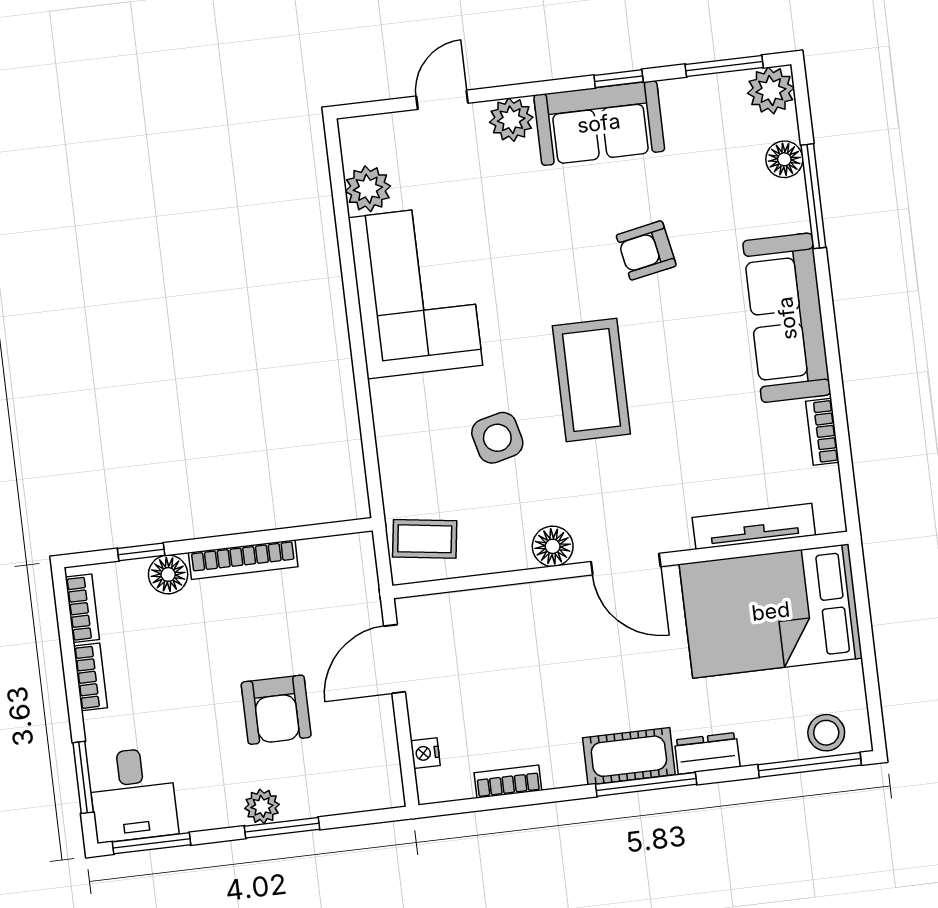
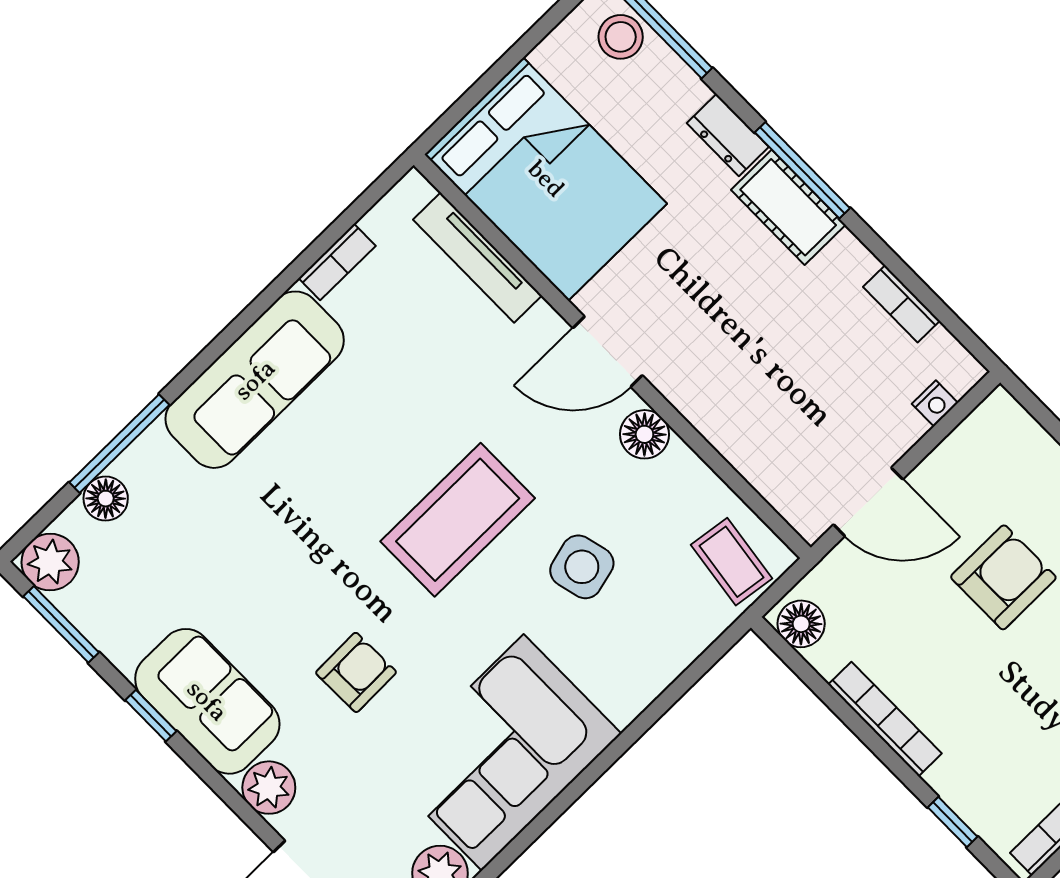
armchair: (646, 250) -> (356, 672), moved, turned -80
door: (626, 564) -> (608, 352), swing flipped
floor lamp: (168, 574) -> (801, 624), moved

